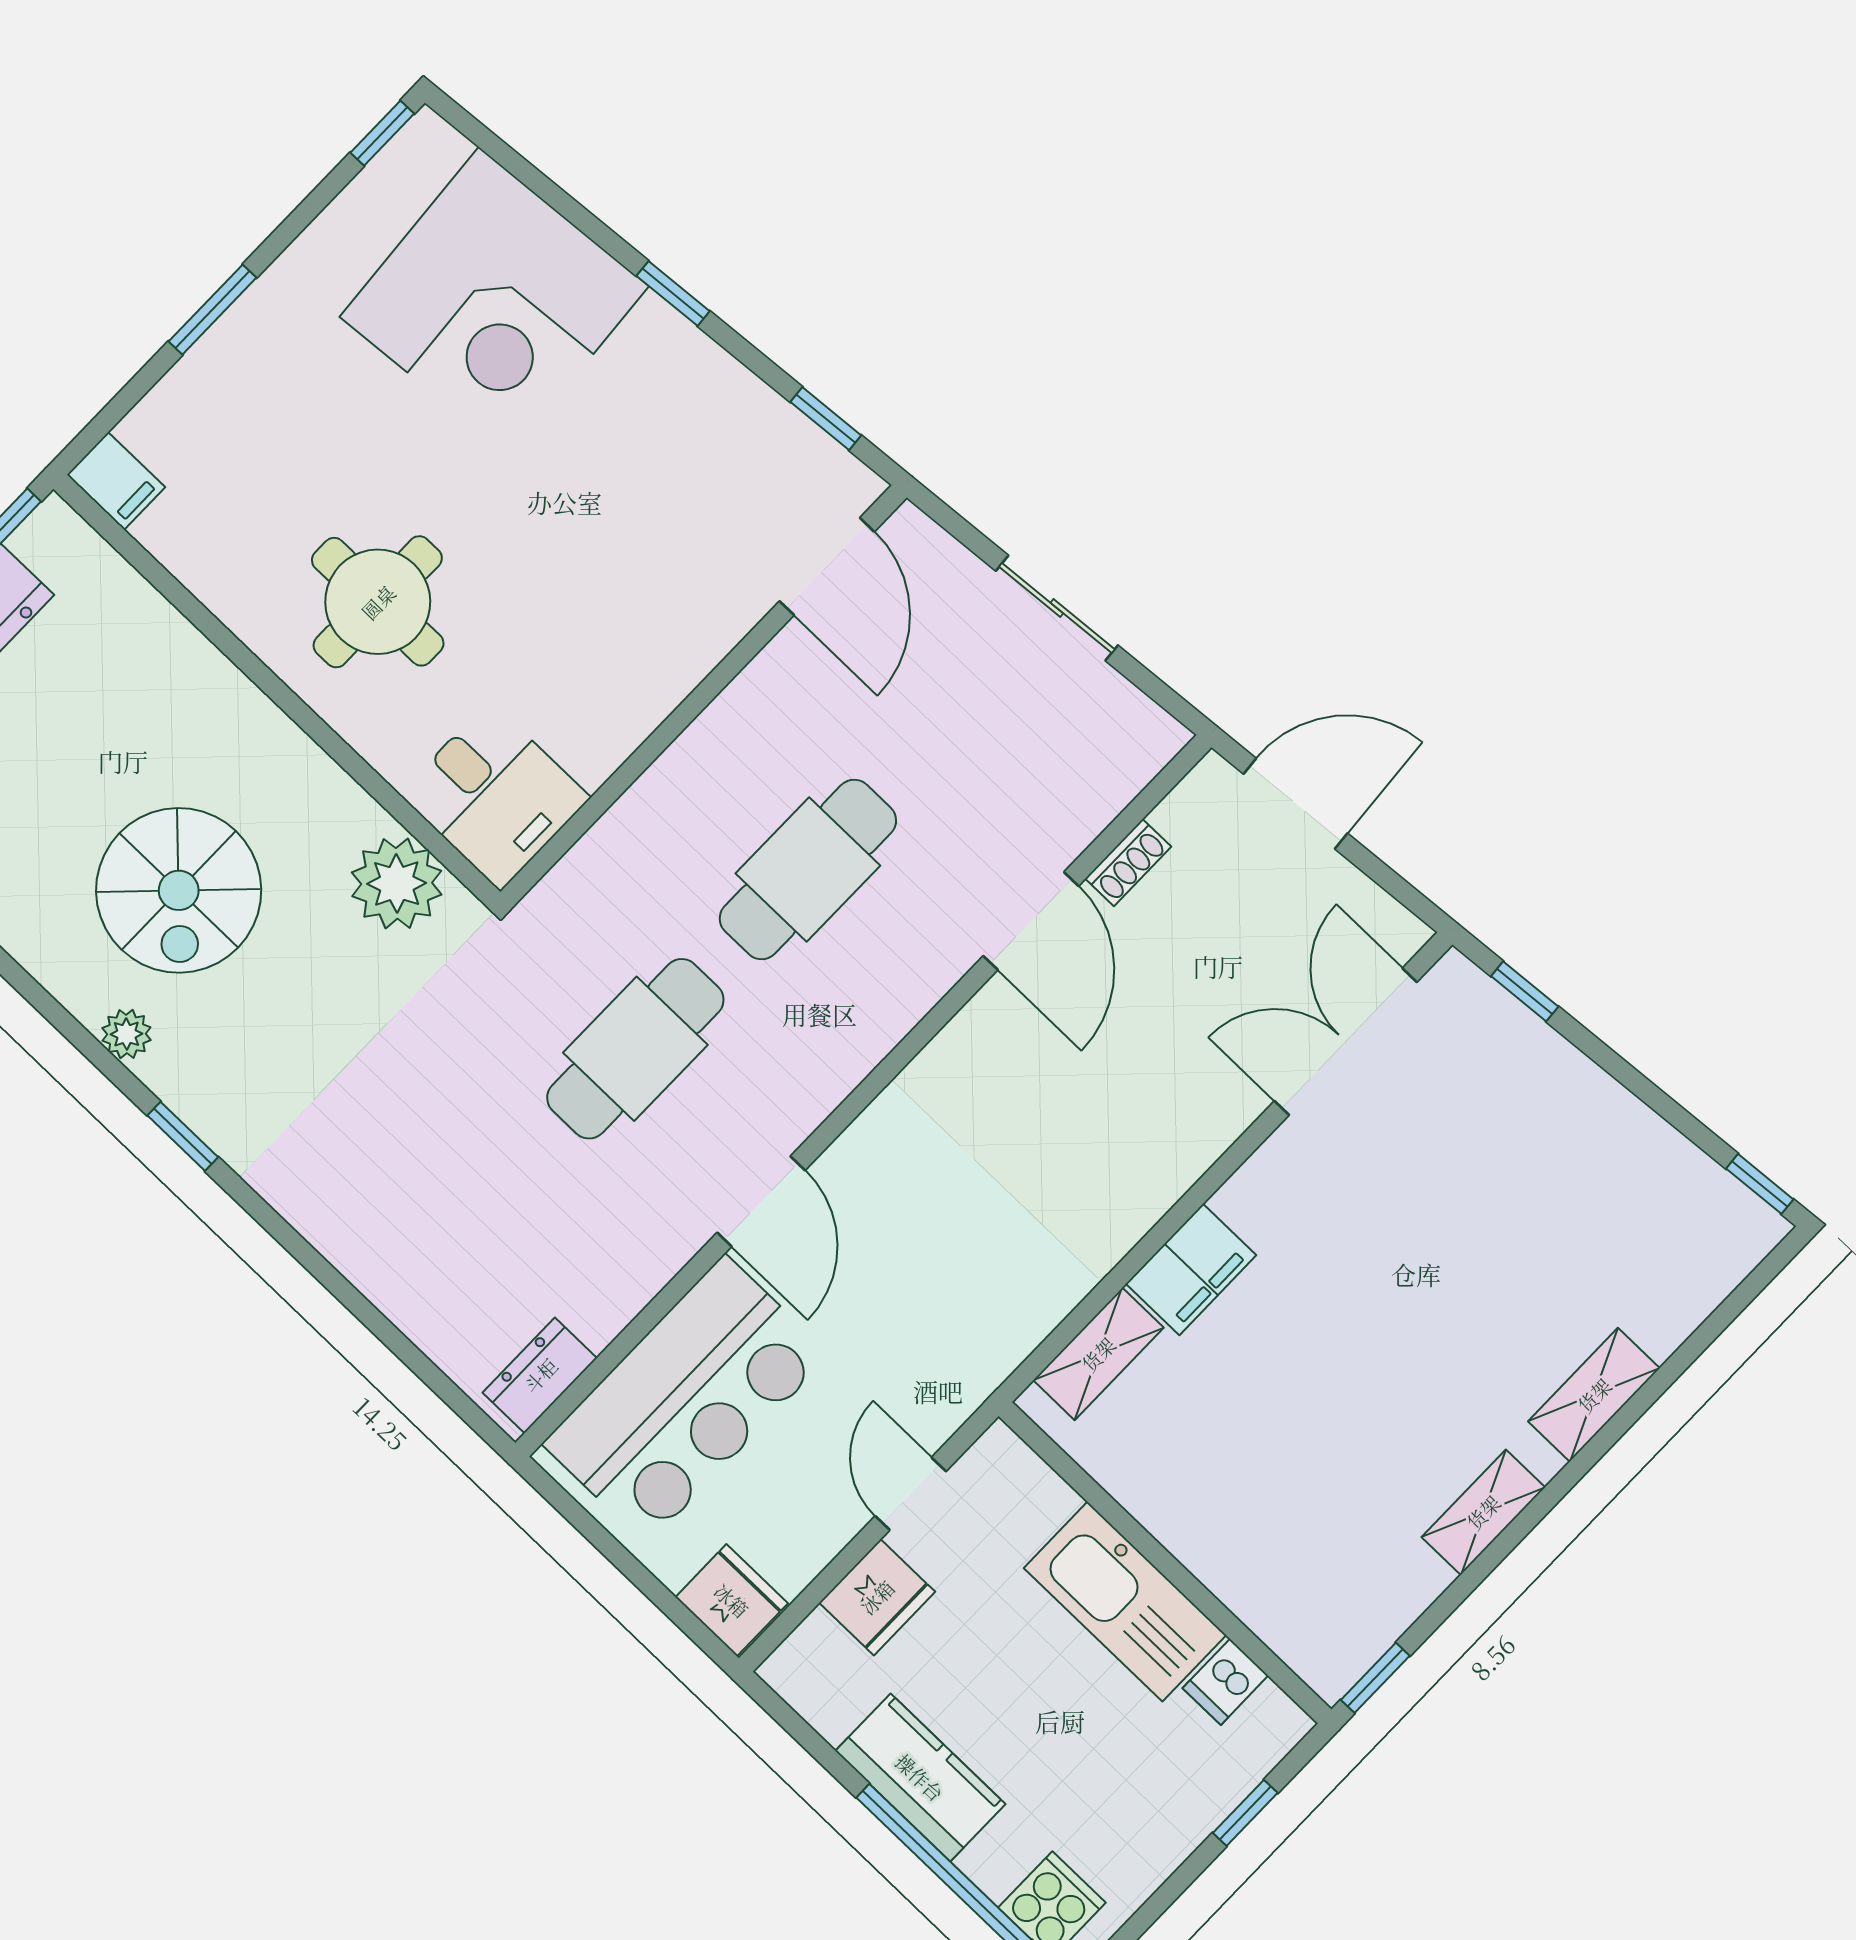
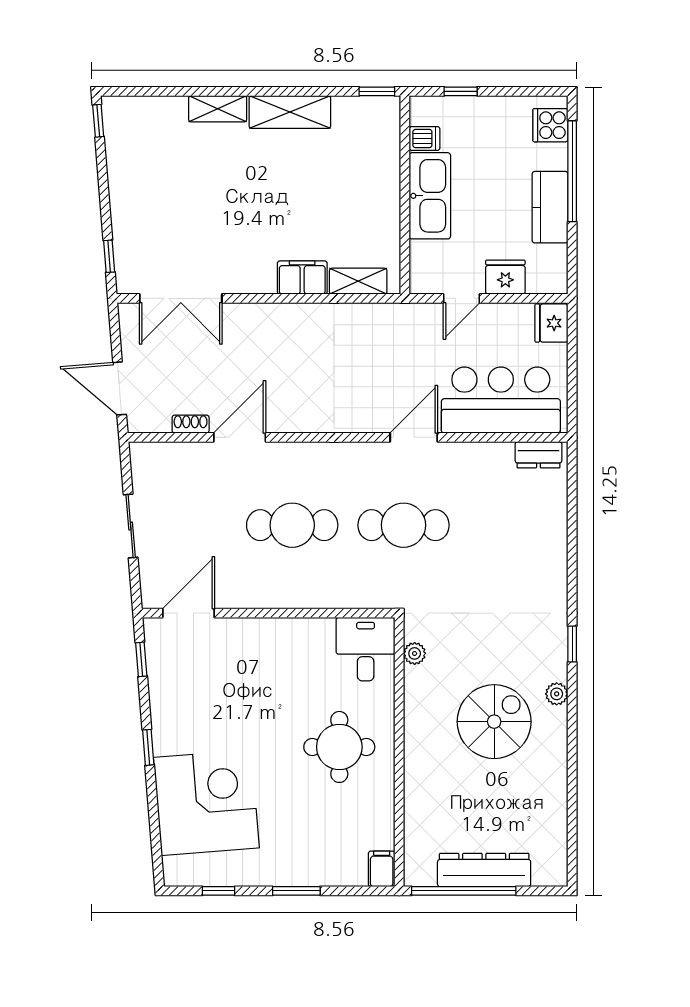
window: (382, 133) -> (219, 891), moved
plant: (397, 883) -> (415, 653), width x0.53, depth x0.53
shelving: (1483, 1512) -> (290, 112), width x1.50, depth x1.33

